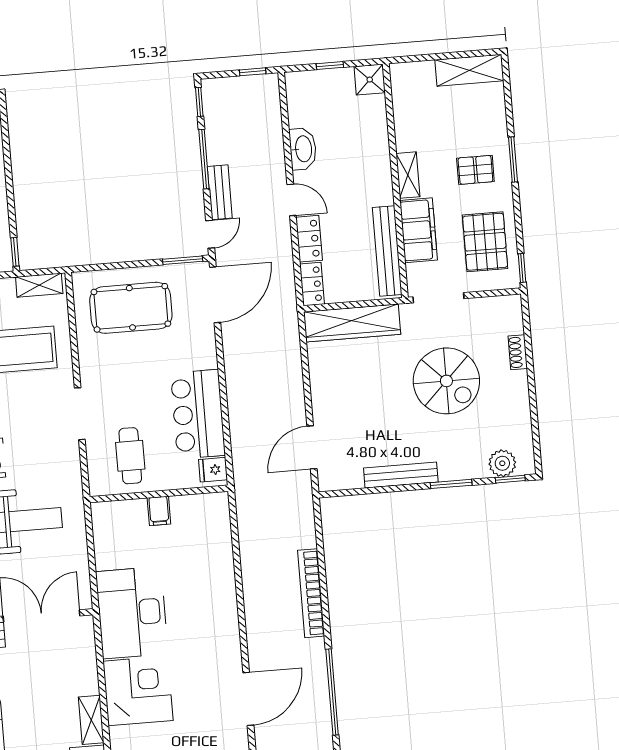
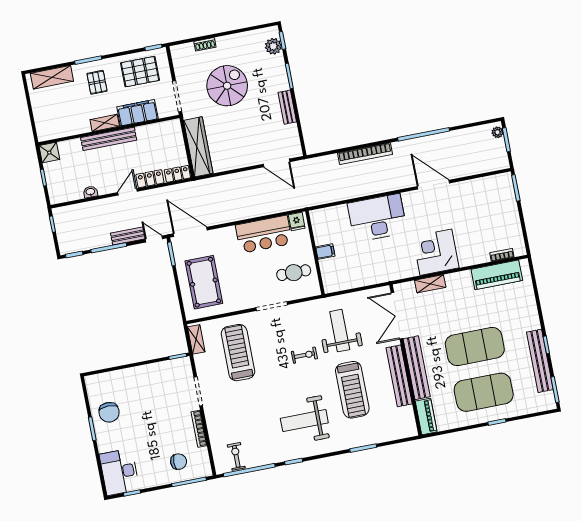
shelving: (469, 70) -> (52, 77), moved, turned 90
washbasin: (303, 149) -> (90, 192), width x0.52, depth x0.69
bench: (387, 251) -> (109, 139), moved
bench: (401, 475) -> (287, 107), width x0.73
desk: (132, 613) -> (377, 218), moved, turned 180
shelving: (91, 720) -> (430, 284), moved

